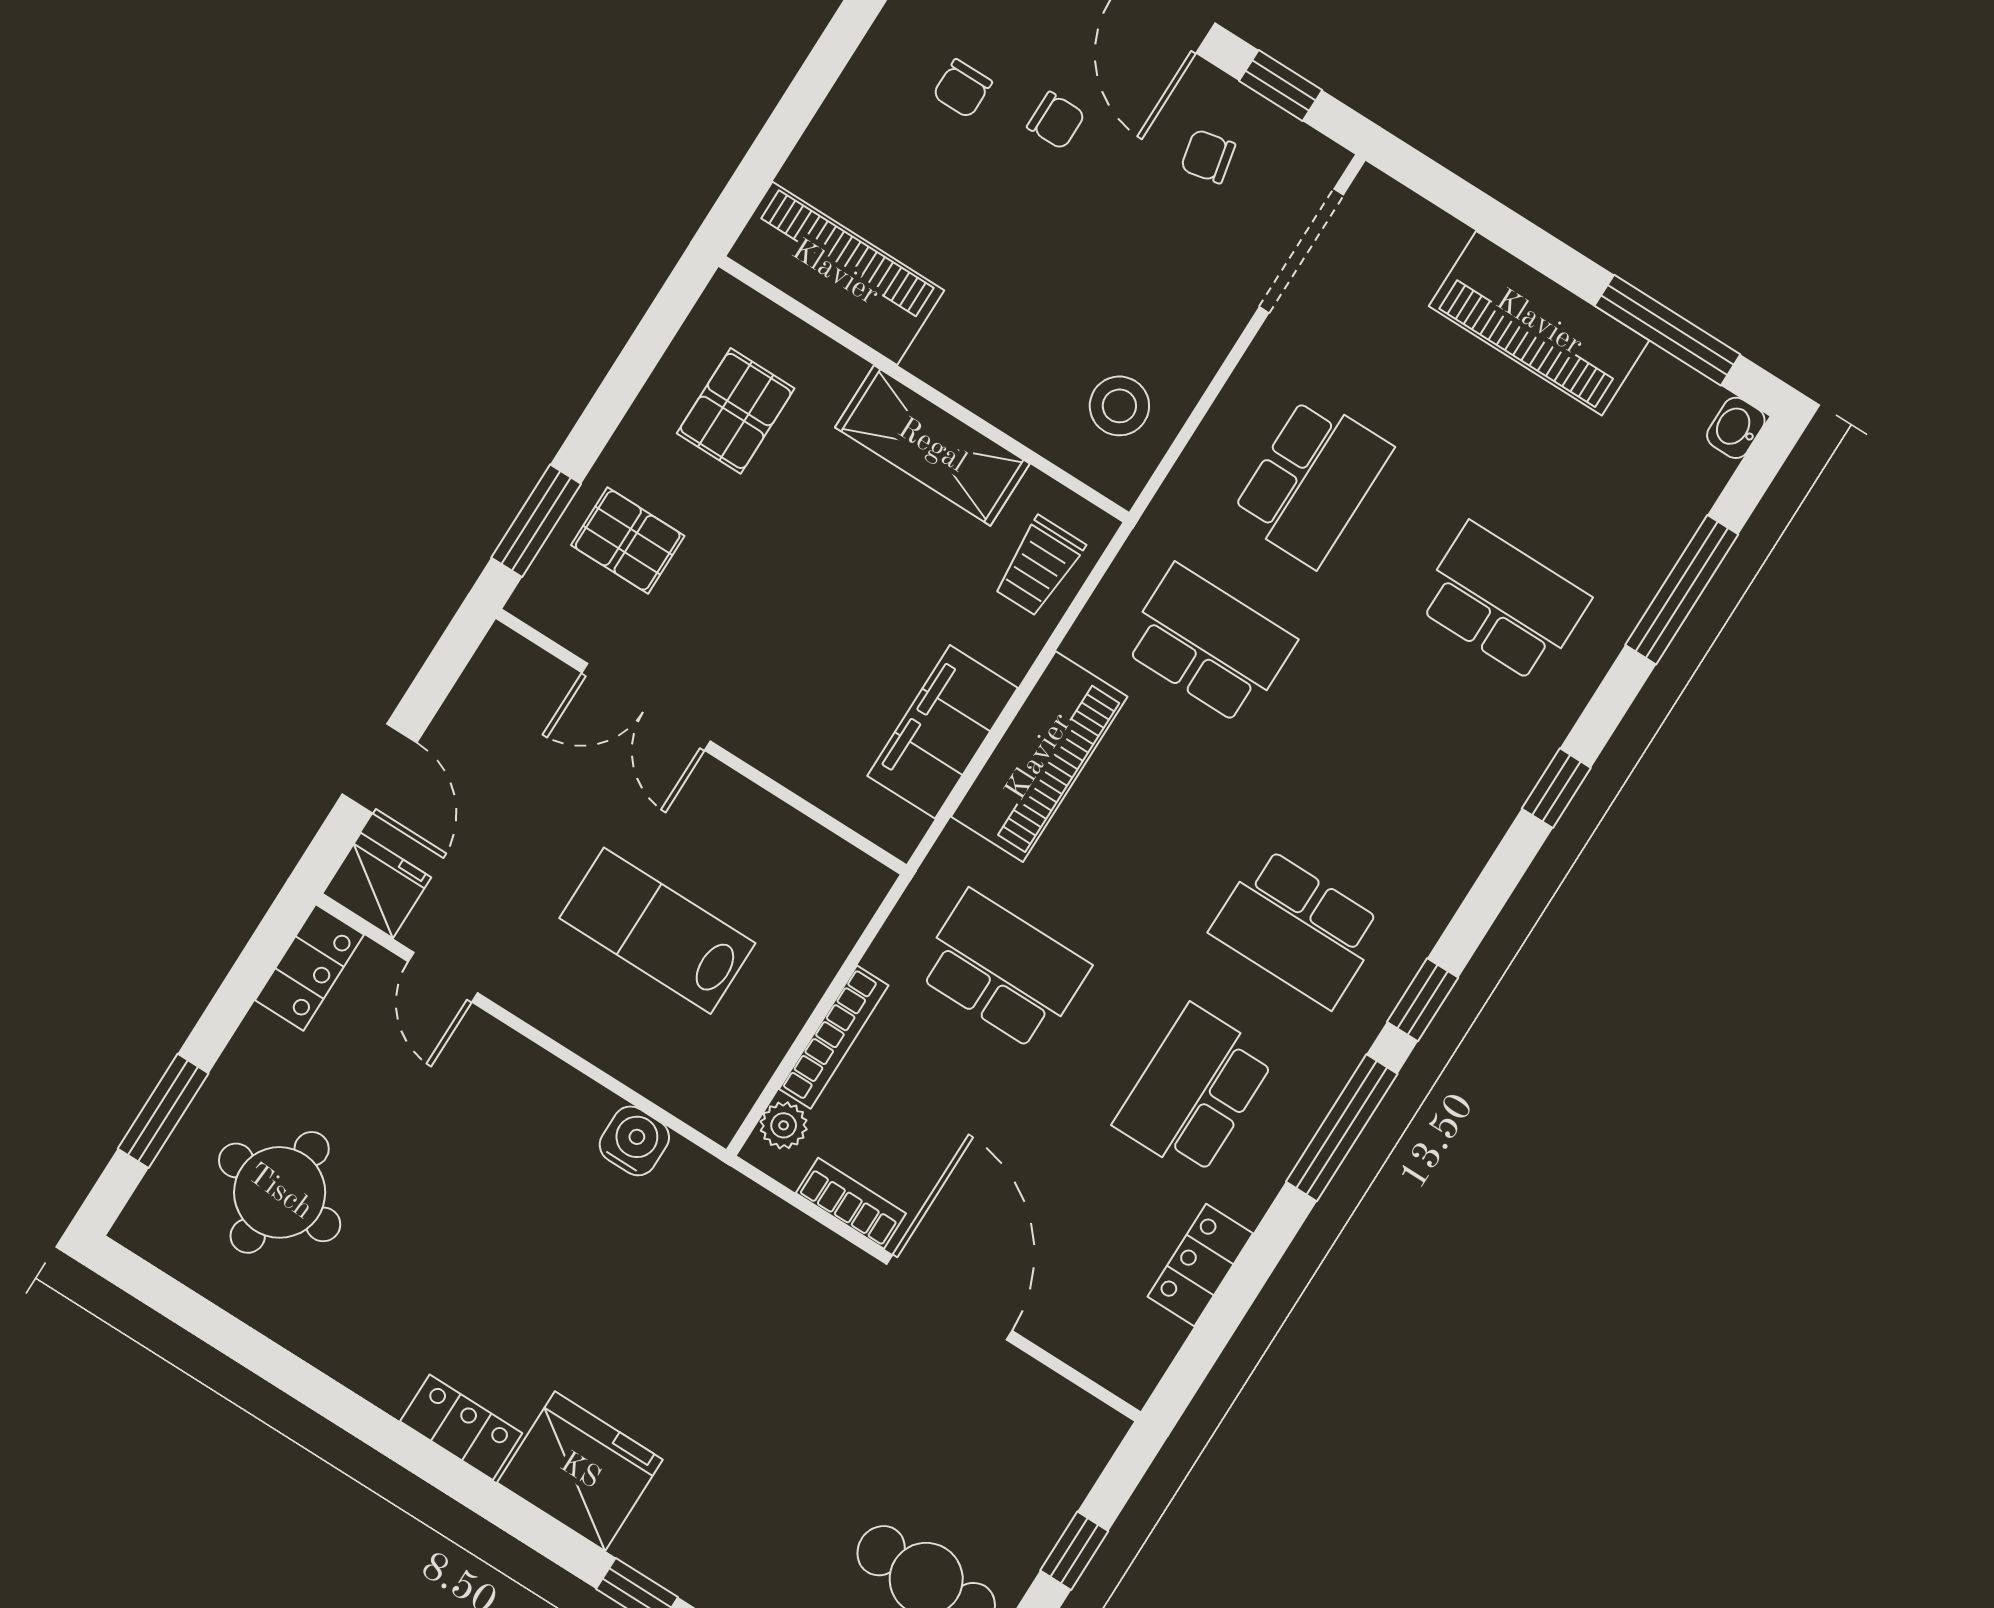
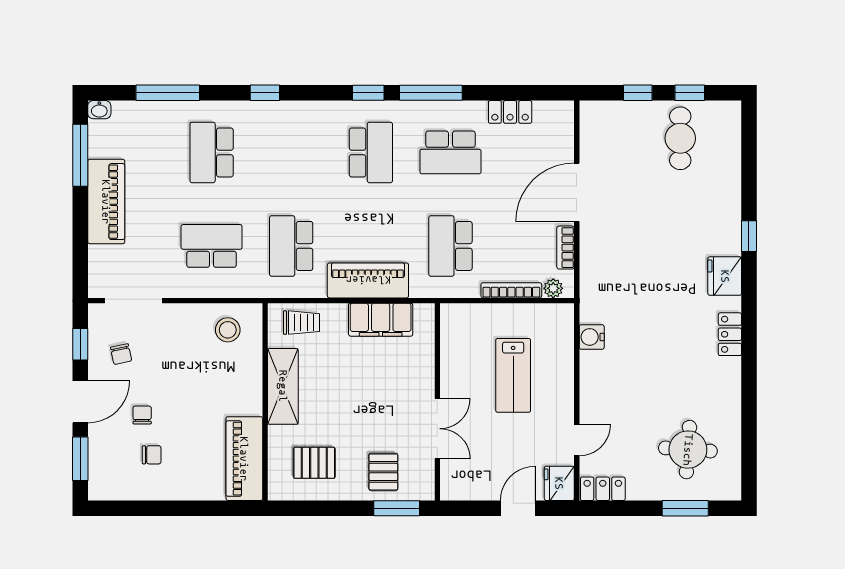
fridge: (580, 1471) -> (725, 276), width x0.73, depth x0.75

